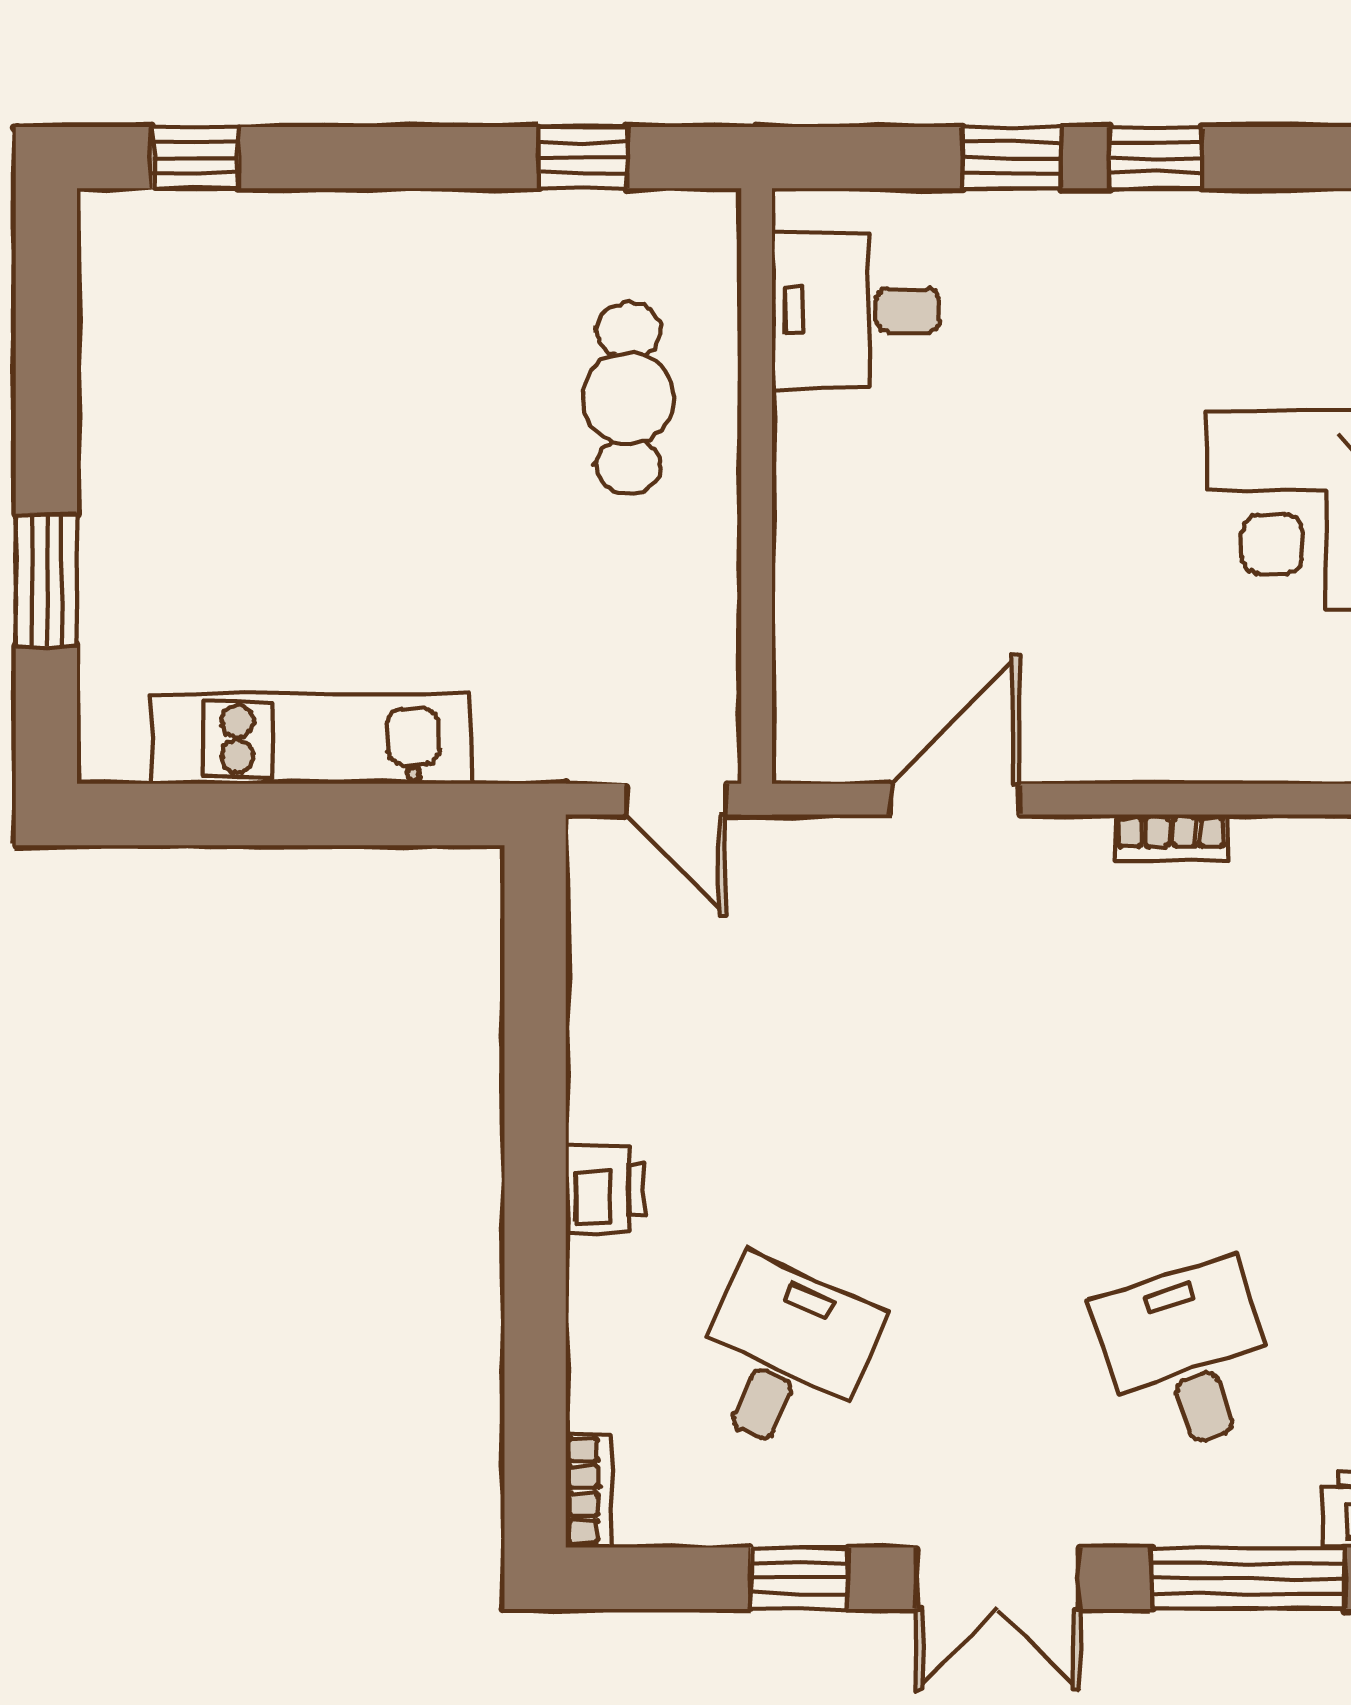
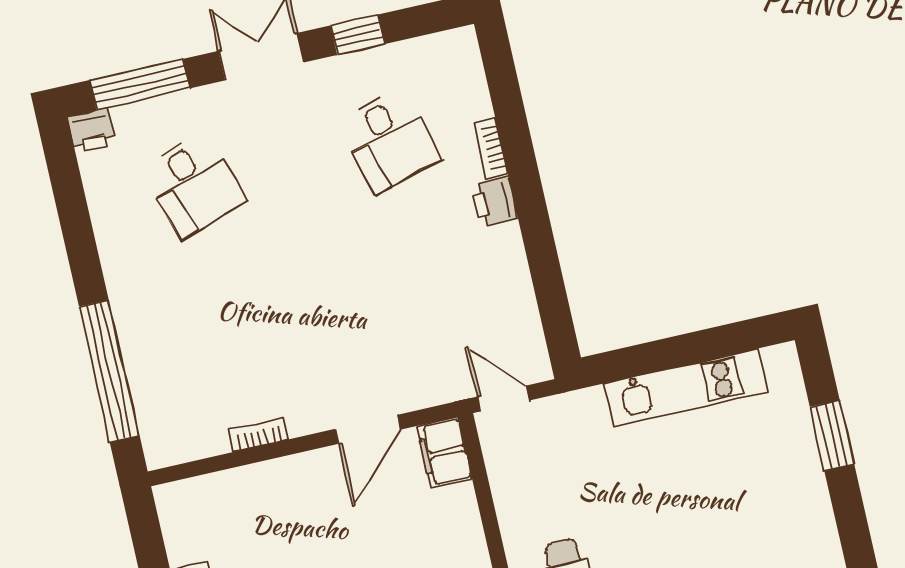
filing cabinet: (815, 719) -> (444, 453), added
desk: (783, 1357) -> (389, 140), turned -39
bookcase: (589, 1490) -> (490, 148), moved

